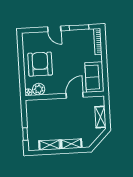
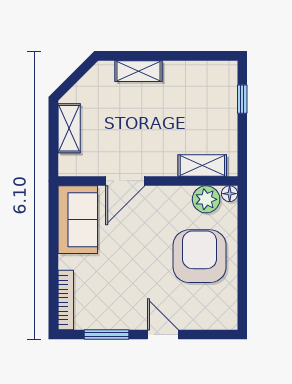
armchair: (40, 64) -> (200, 256), turned 180
shelving: (50, 145) -> (202, 165), moved

